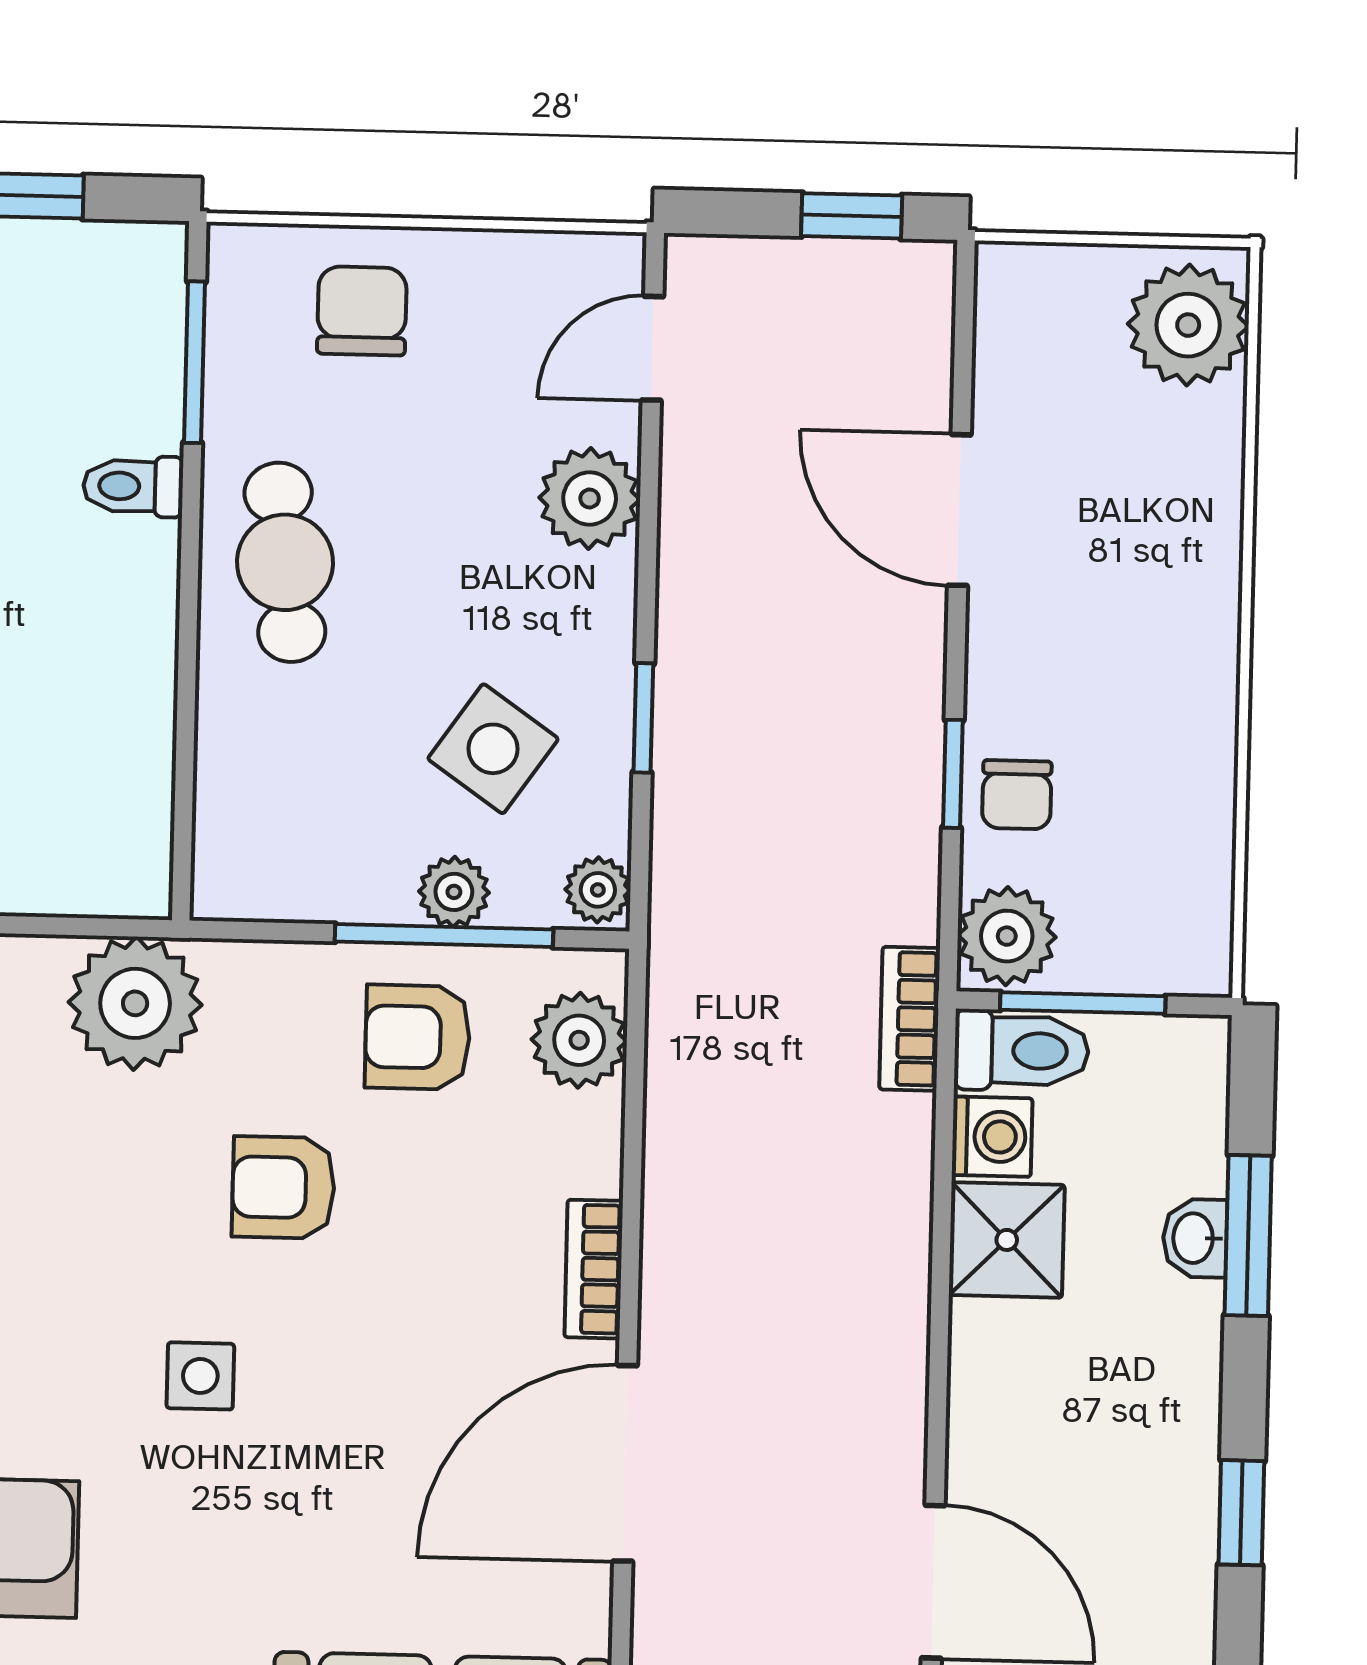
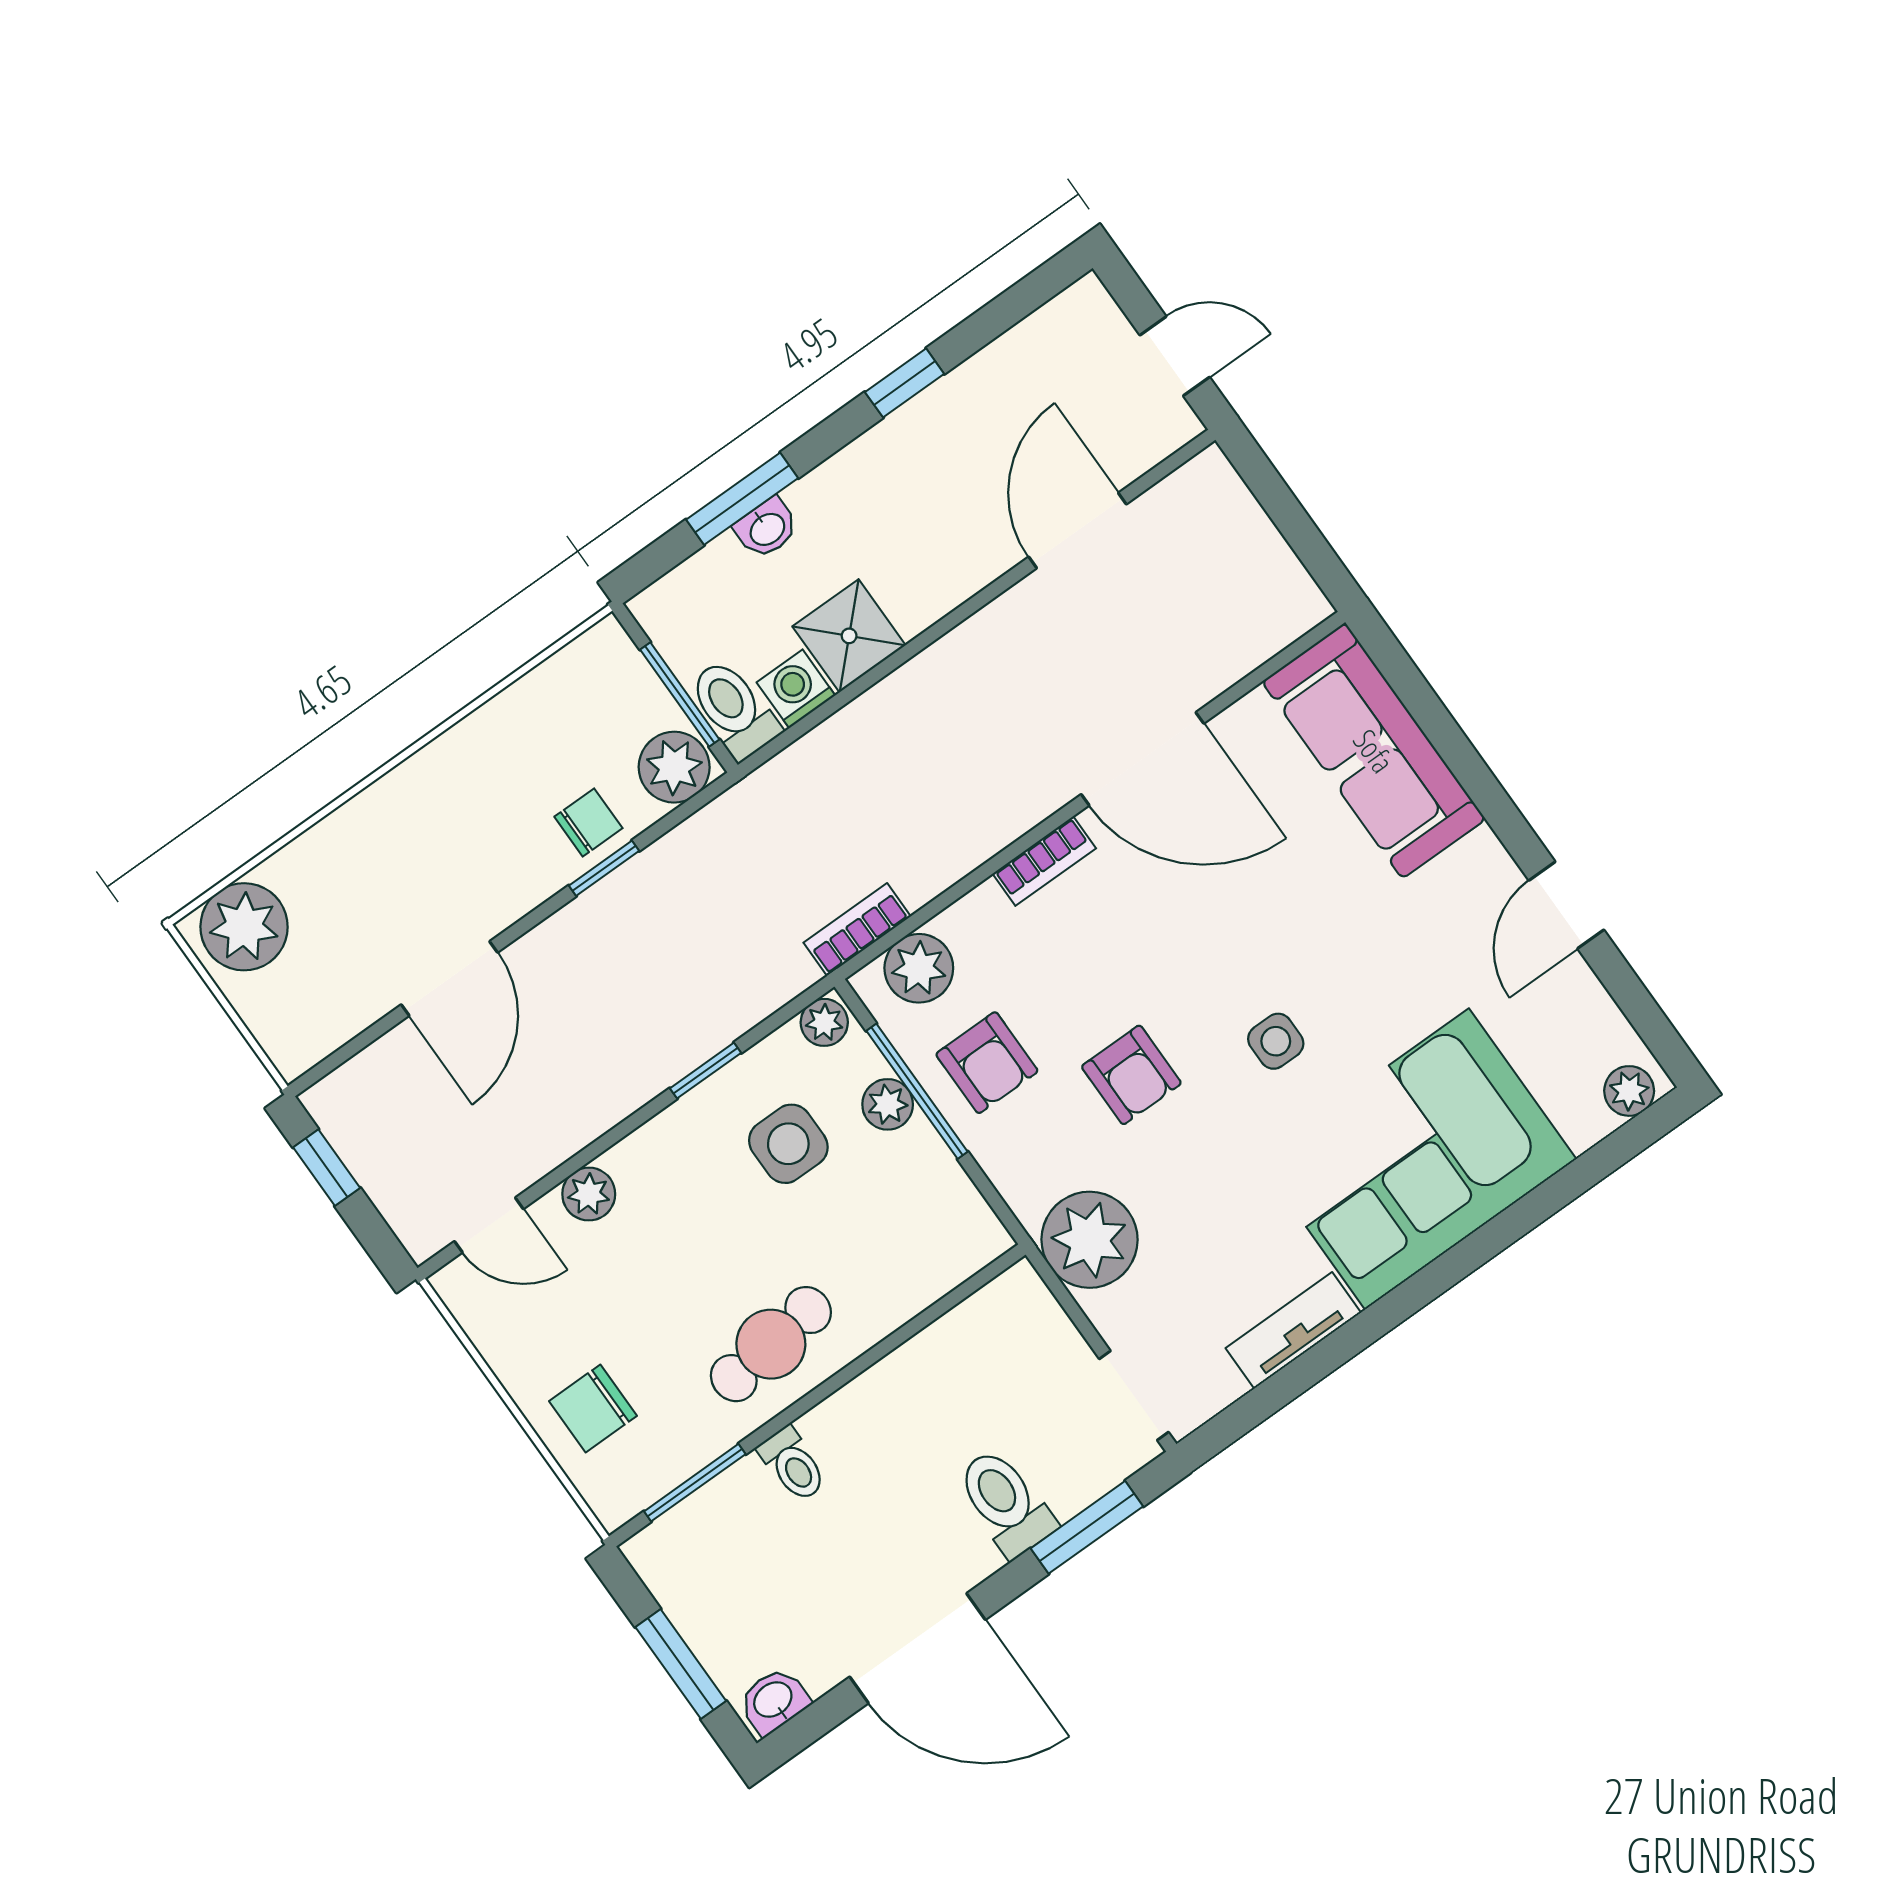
plant: (590, 498) -> (589, 1194), width x0.73, depth x0.73
side table: (493, 749) -> (788, 1144), turned -35
bookcase: (910, 1019) -> (857, 930), moved, turned 180

